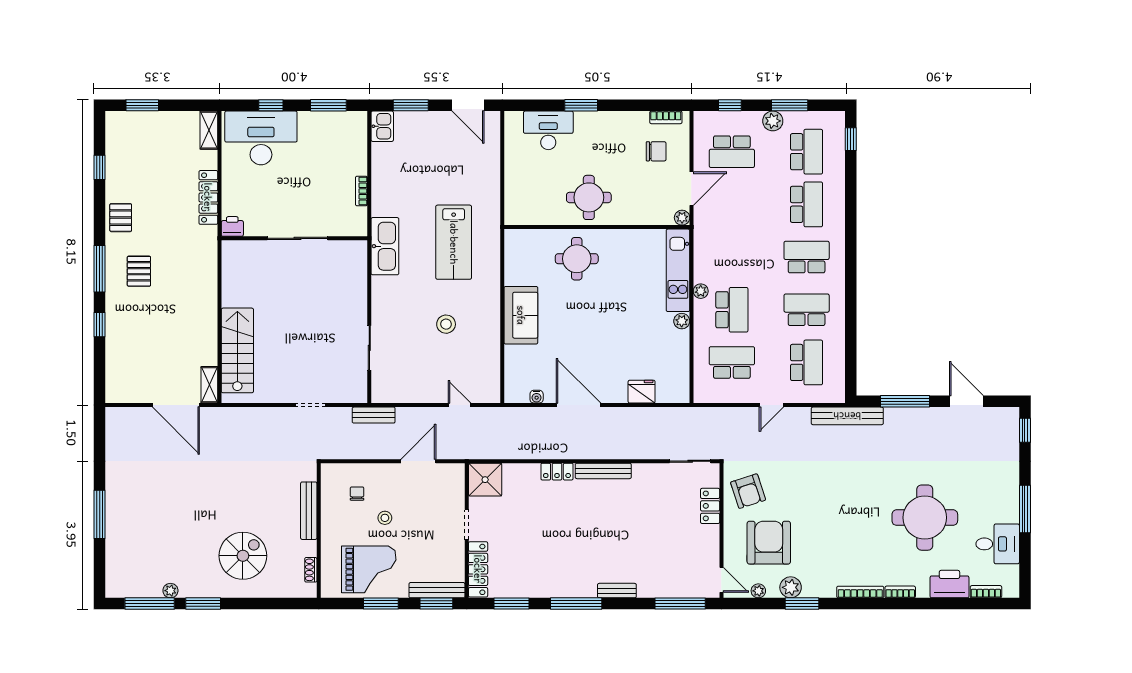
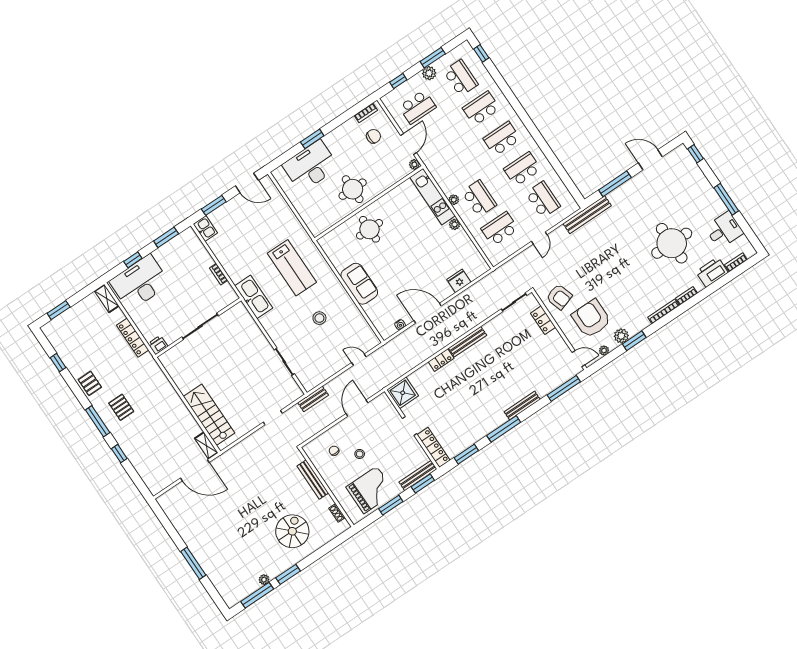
desk: (548, 130) -> (310, 166), width x1.36, depth x1.30
school desk: (807, 204) -> (481, 108), turned -90
bench: (617, 591) -> (522, 406), width x1.36

